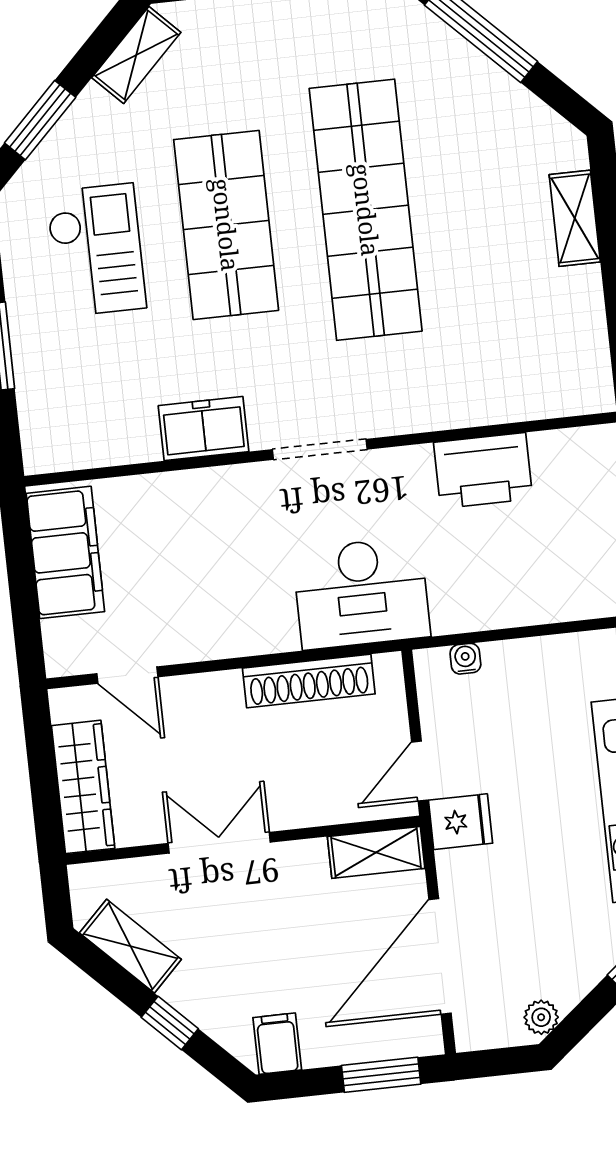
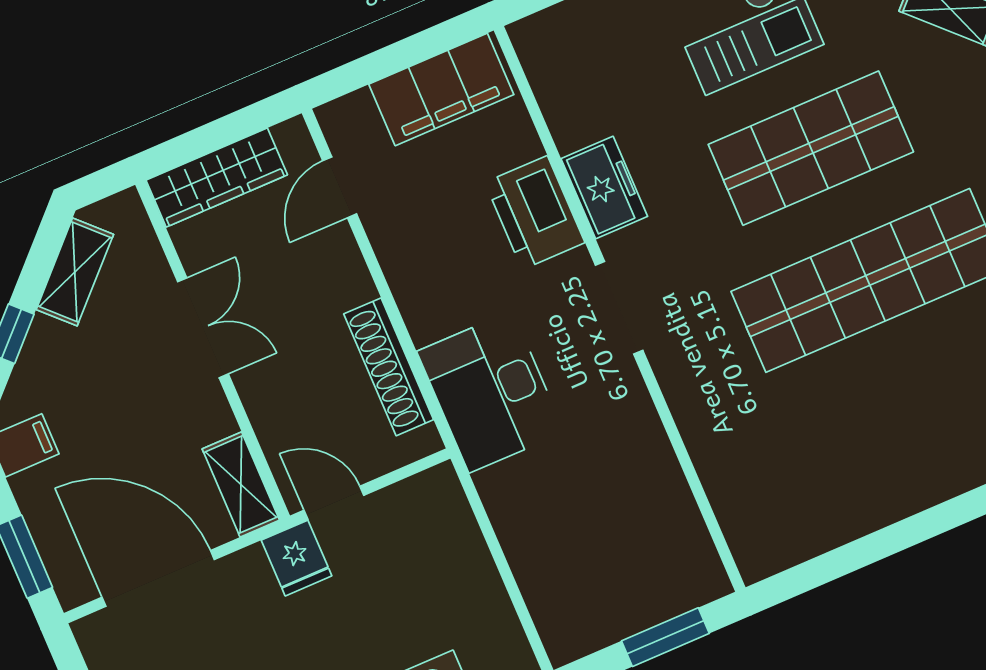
shelving: (575, 218) -> (922, 488), removed
printer: (483, 471) -> (535, 213), moved
water cooler: (465, 659) -> (458, 514), removed

